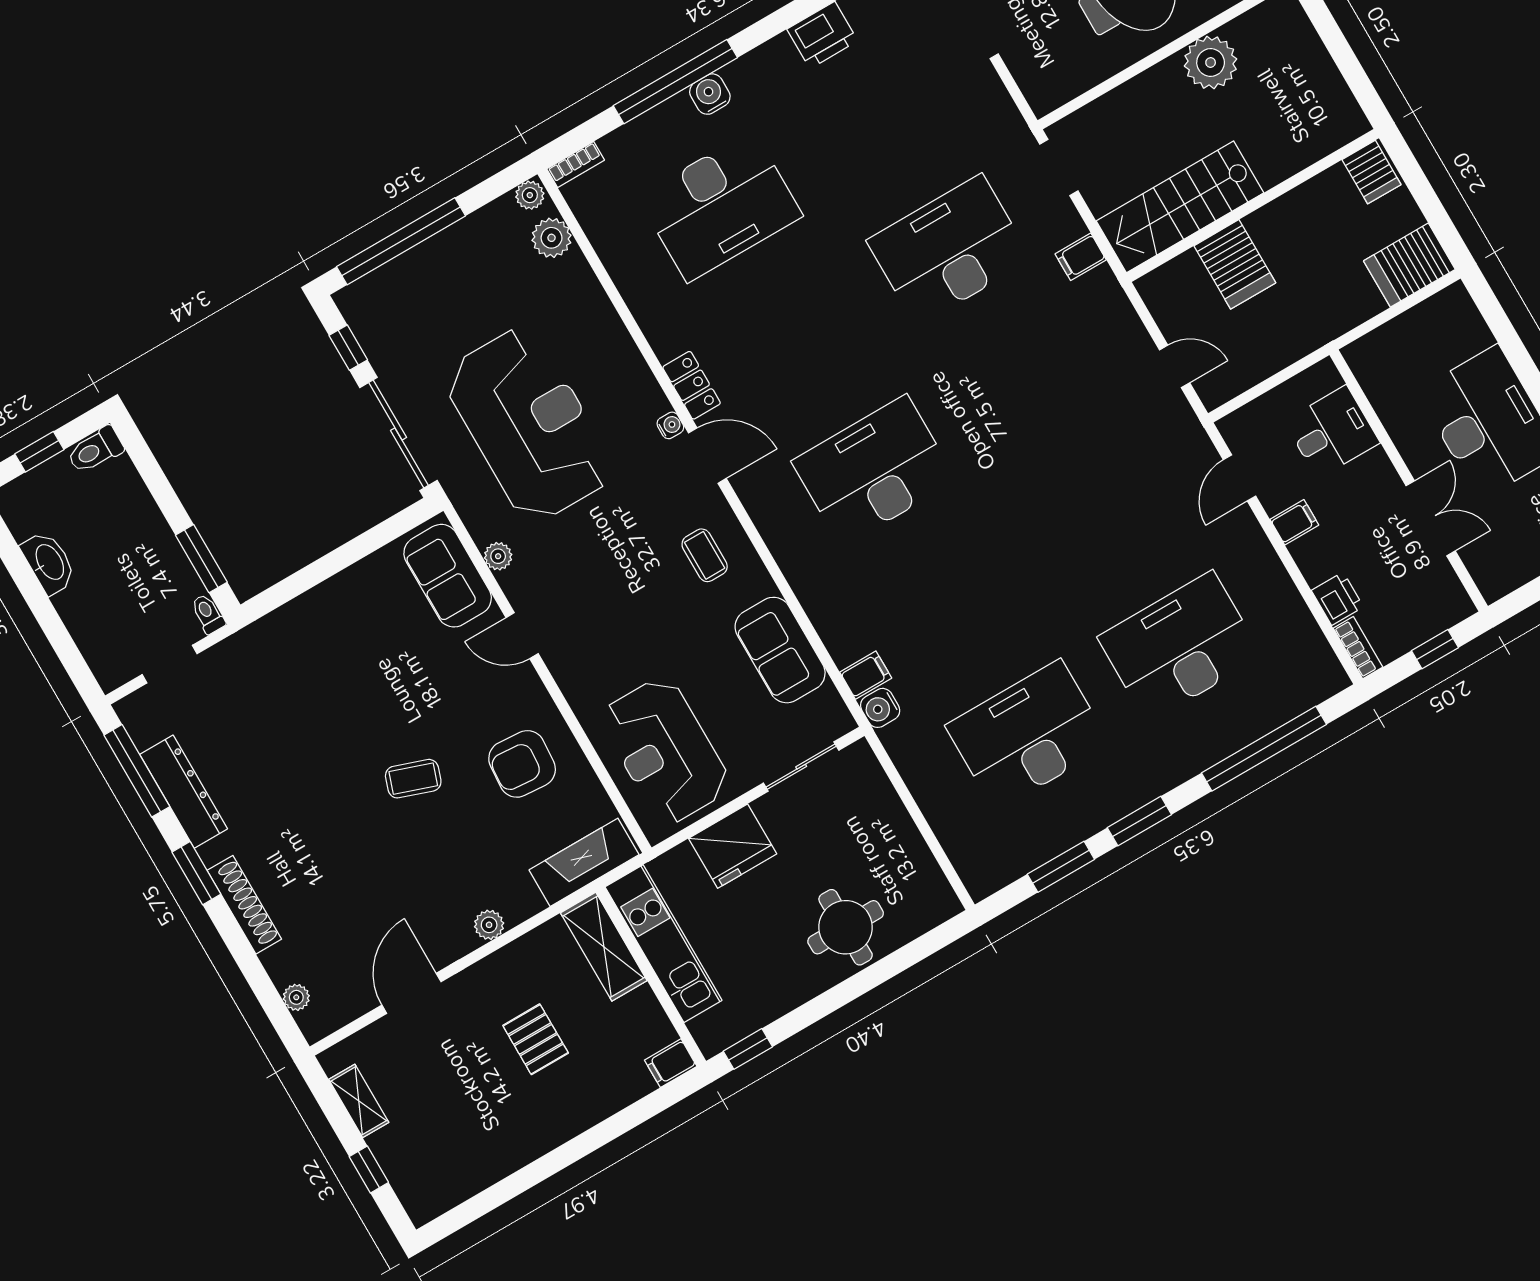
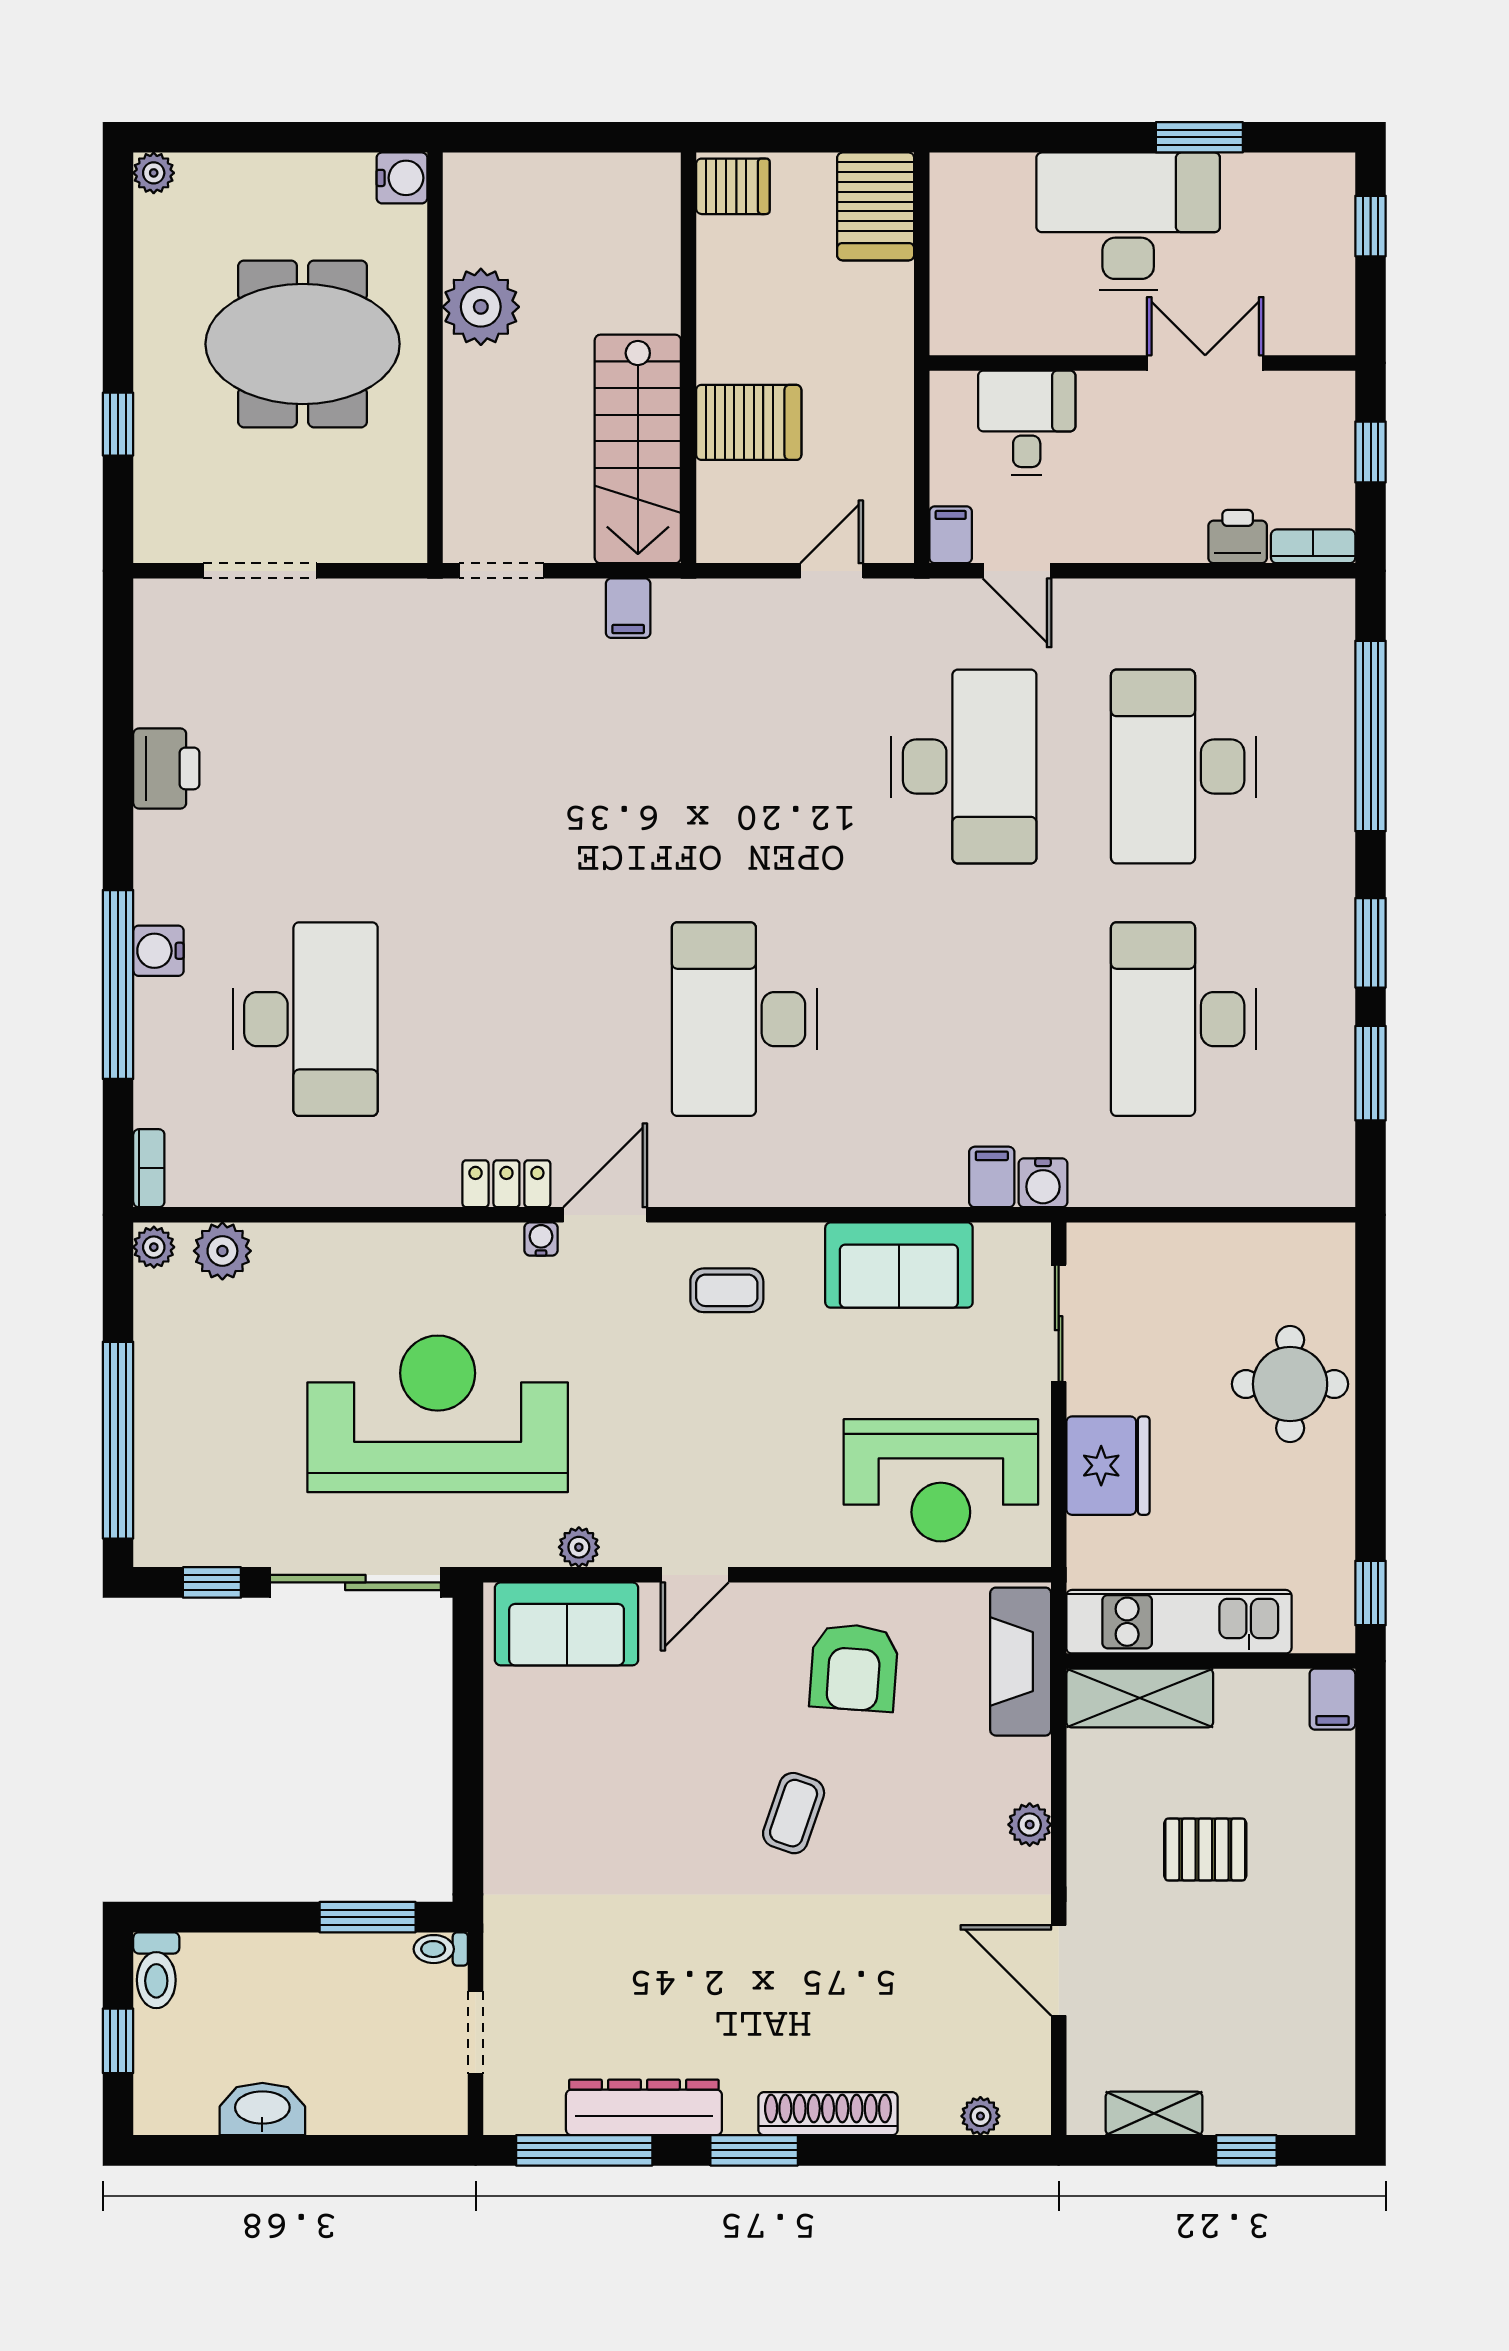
desk: (949, 250) -> (964, 767), moved, turned 180
filing cabinet: (1294, 522) -> (951, 535), moved

